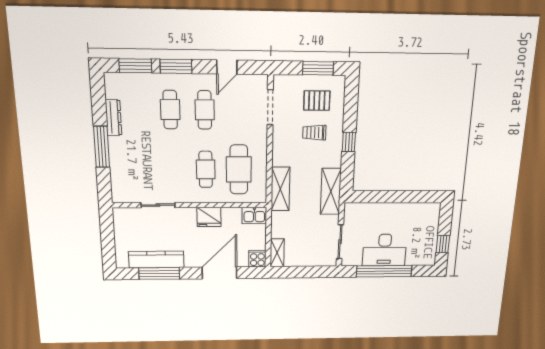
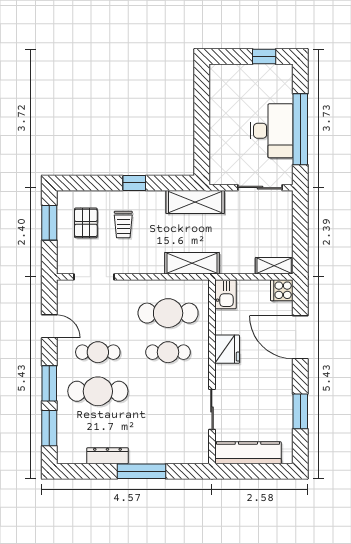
cafe table: (170, 110) -> (98, 391), width x1.37, depth x1.35
kitchen counter: (156, 260) -> (248, 453), moved, turned 90
window: (159, 273) -> (300, 411), width x0.69

